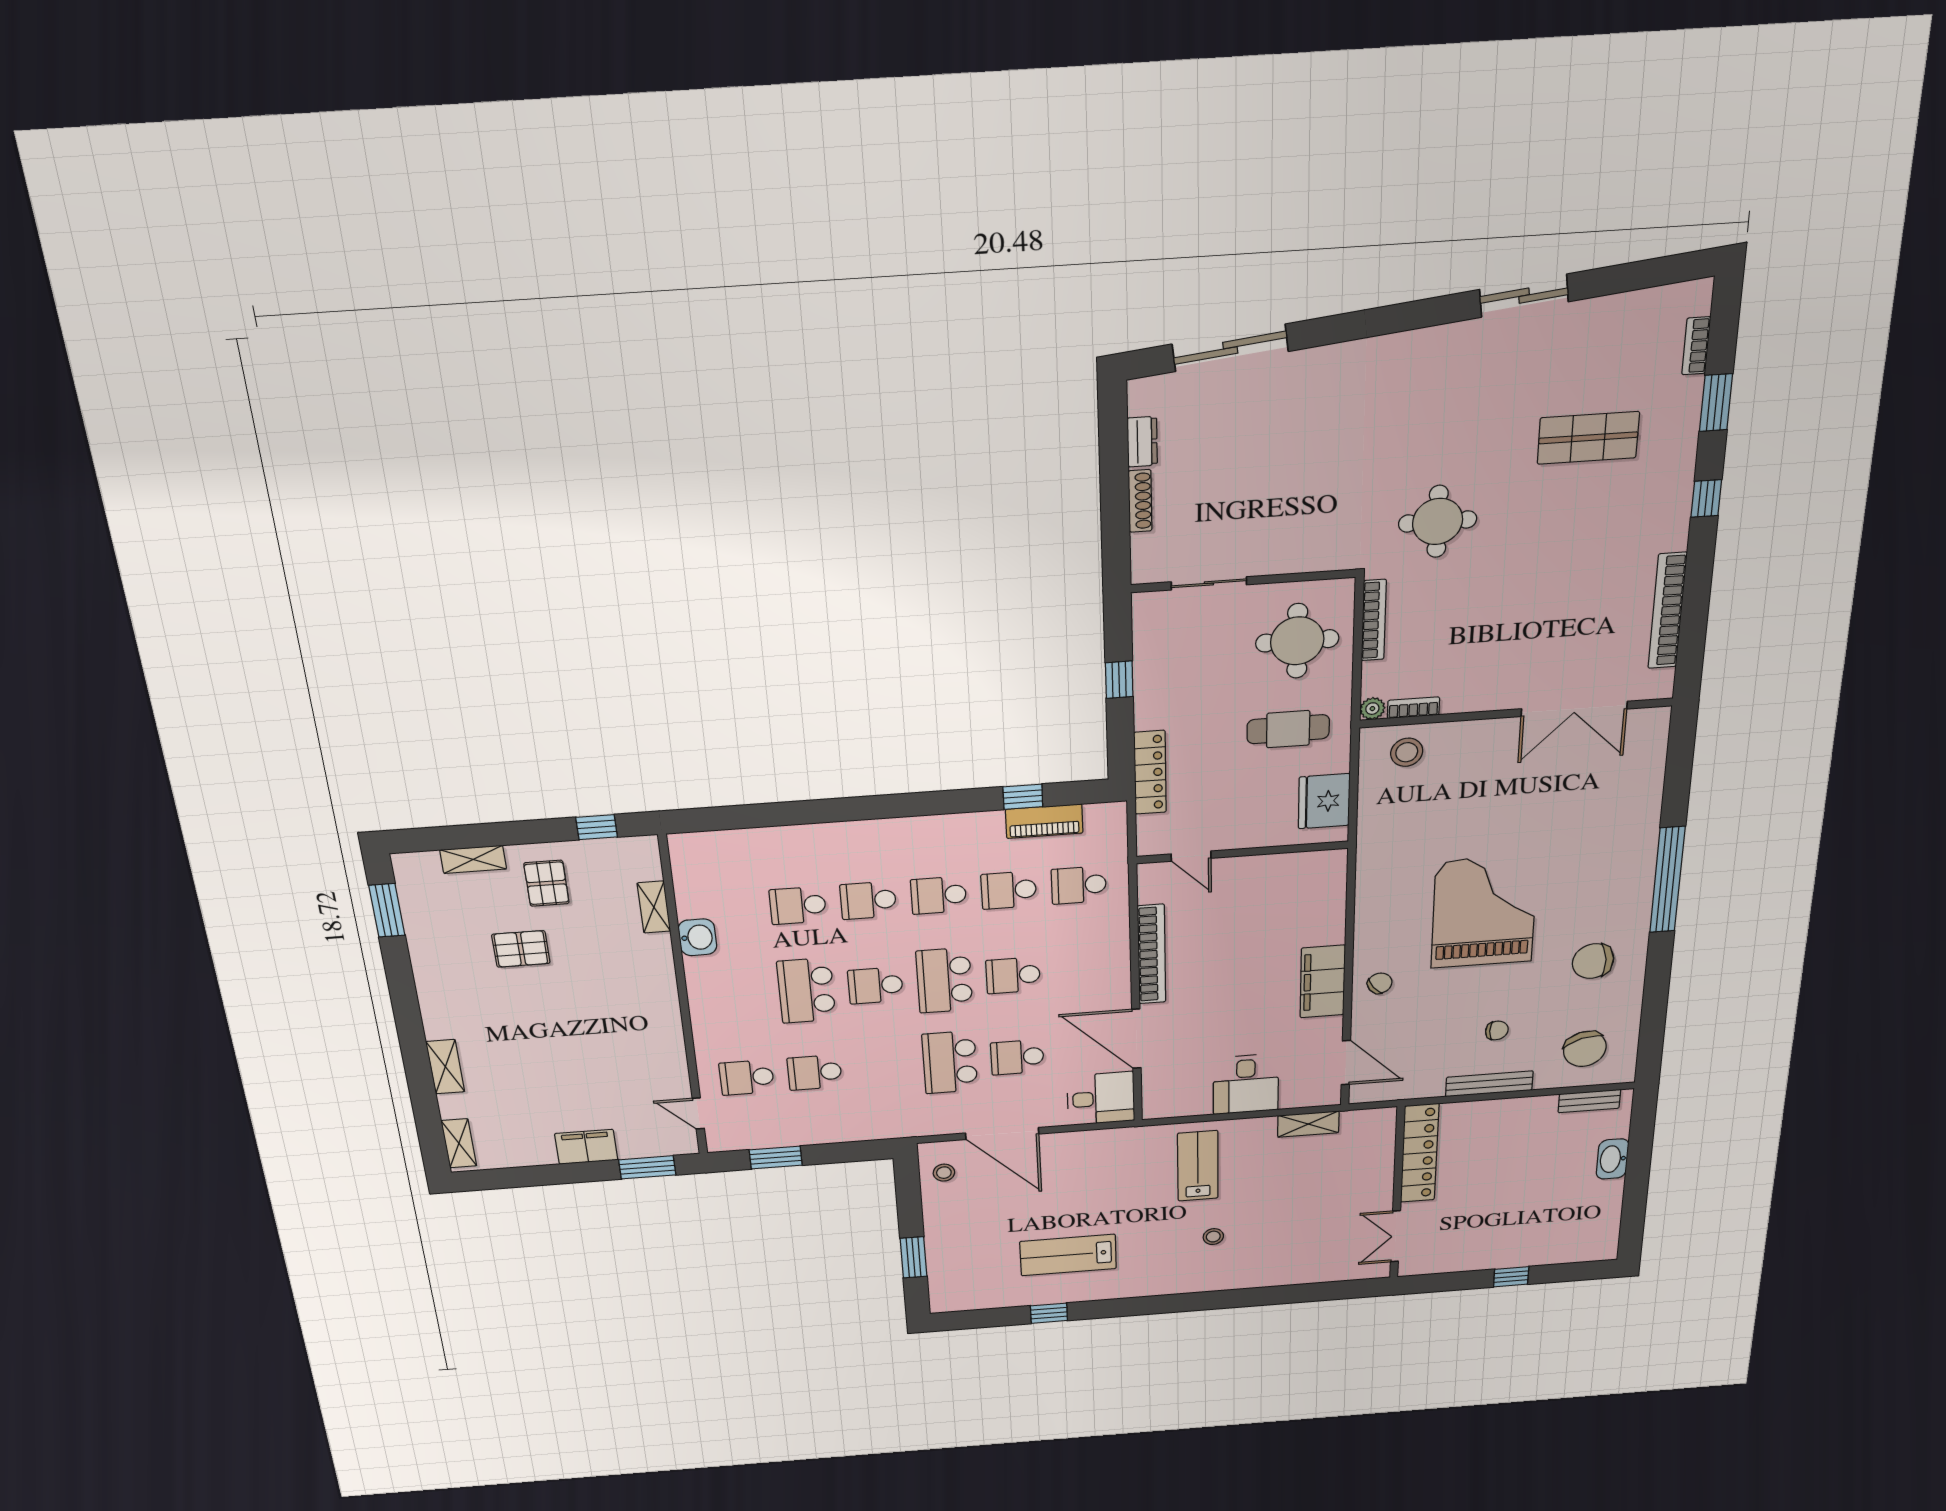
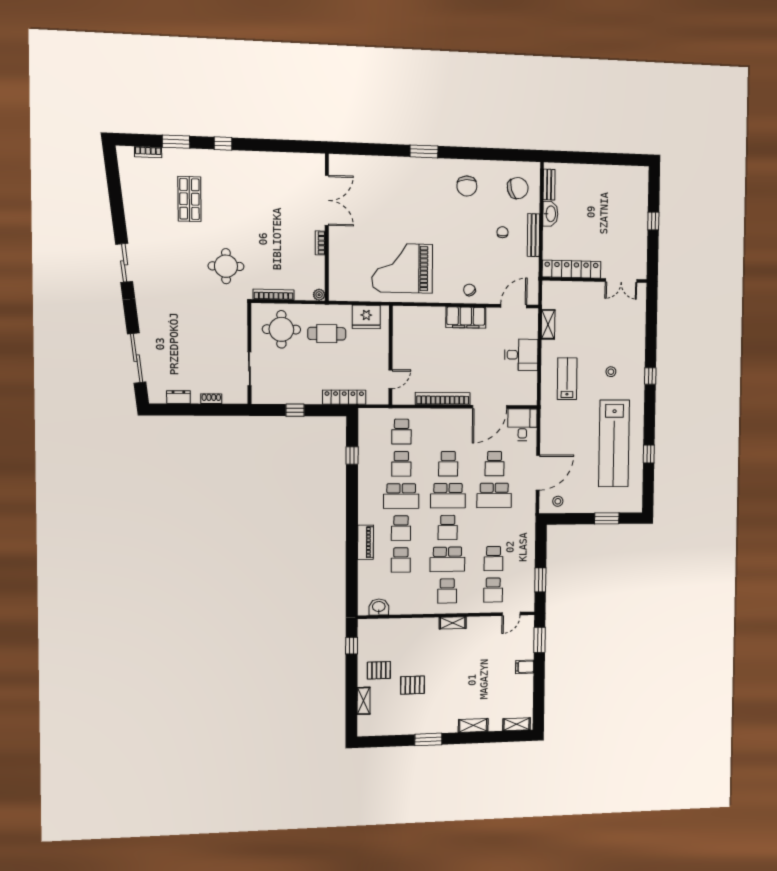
sliding door: (1524, 296) -> (124, 263), moved
shoe rack: (1140, 501) -> (211, 399), width x0.70
bookcase: (1667, 611) -> (279, 159), removed
bookcase: (1413, 708) -> (320, 243), moved
cafe table: (1288, 729) -> (327, 334), turned 90
stool: (1407, 752) -> (343, 279), removed
piano: (1044, 821) -> (366, 542), moved
window: (1667, 880) -> (424, 151), width x0.47
school desk: (939, 895) -> (401, 496), width x1.85
shelving: (654, 907) -> (453, 623), moved
window: (387, 910) -> (428, 739), moved
grand piano: (1484, 912) -> (402, 268), moved
washbasin: (697, 937) -> (379, 607), moved
pallet: (521, 949) -> (413, 685), turned 90
school desk: (737, 996) -> (447, 591), added
filing cabinet: (586, 1147) -> (525, 667), width x0.50
washbasin: (1613, 1159) -> (550, 214), moved, turned -90
lab bench: (1198, 1166) -> (567, 379), turned 90
lab bench: (1068, 1255) -> (614, 443), width x1.86, depth x1.39
window: (1206, 1301) -> (650, 376), added

